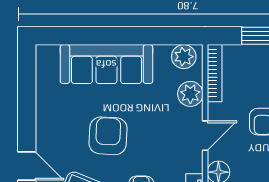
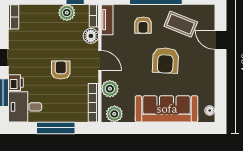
floor lamp: (43, 62) -> (210, 111), added
door: (205, 136) -> (100, 60), swing flipped

